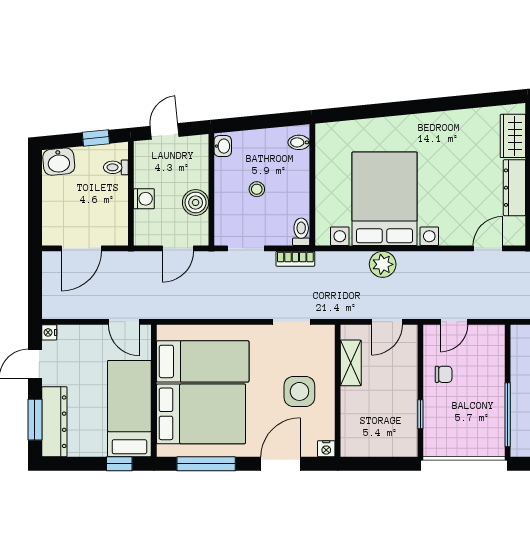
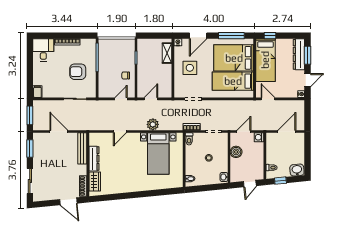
washing machine: (144, 199) -> (259, 137), moved
bed with nightstands: (385, 199) -> (158, 154), width x0.73
door: (488, 248) -> (120, 131), moved
shelving: (351, 363) -> (167, 53), moved

